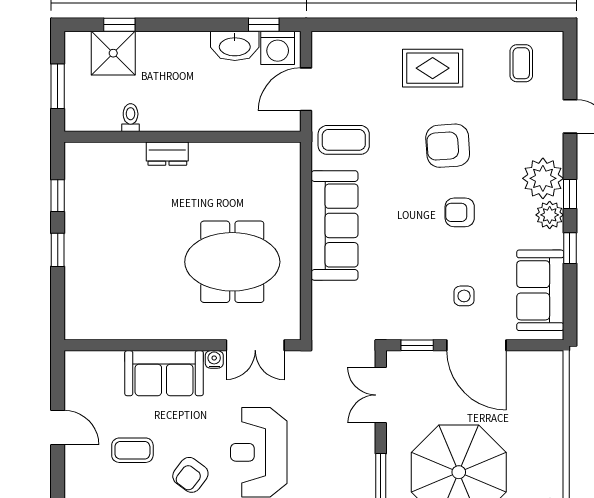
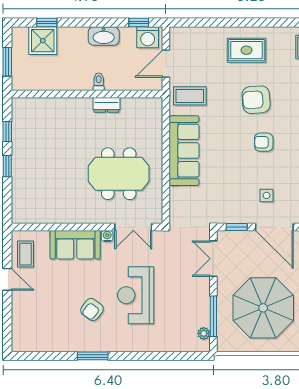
washbasin: (235, 46) -> (104, 36), moved
toilet: (131, 118) -> (99, 82), moved
dresser: (167, 154) -> (106, 105), moved
coffee table: (132, 450) -> (25, 254), moved, turned 90

